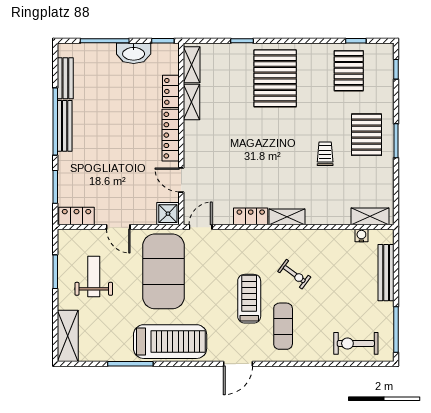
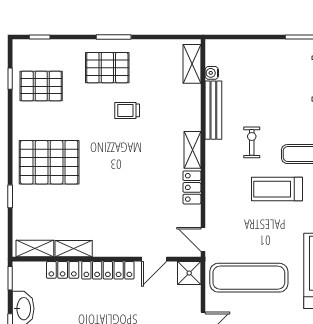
exercise mat: (164, 271) -> (249, 278), width x0.68
bench: (386, 273) -> (213, 110), moved, turned 90
exercise bike: (294, 274) -> (252, 142), turned -36

